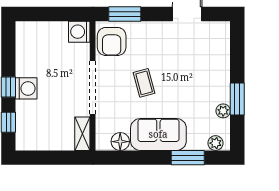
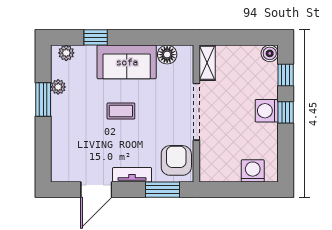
tv unit: (153, 28) -> (132, 175), added
washing machine: (79, 32) -> (253, 171), moved, turned -90
coffee table: (144, 83) -> (121, 111), moved, turned -75
boiler: (23, 143) -> (270, 53), added
window: (188, 158) -> (96, 37), width x0.67

